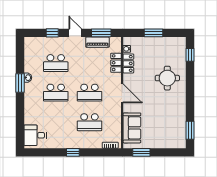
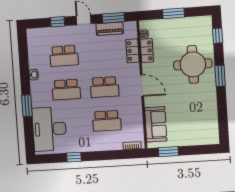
round table: (167, 78) -> (193, 64), width x1.36, depth x1.36
window: (20, 83) -> (27, 106), moved
window: (190, 130) -> (220, 76), moved
desk: (35, 135) -> (49, 129), width x1.87, depth x1.30
window: (73, 152) -> (74, 157), moved

